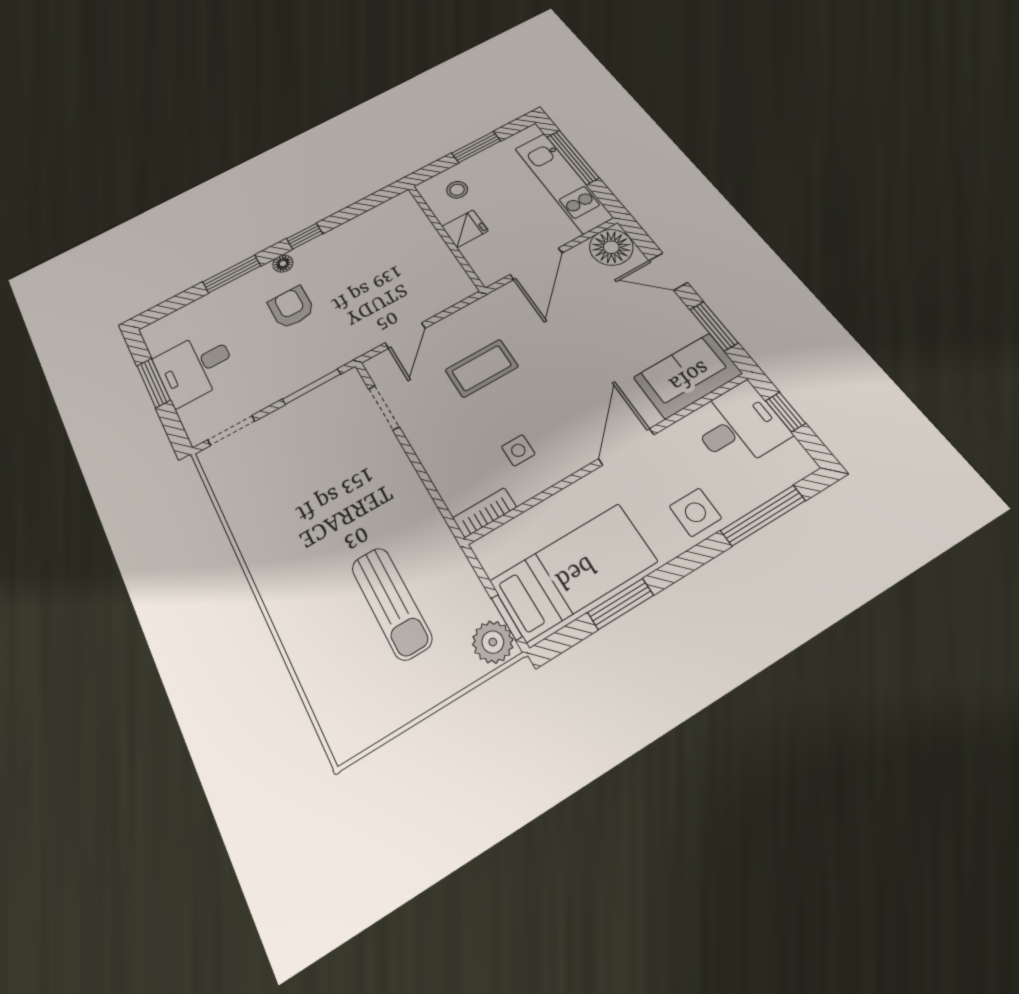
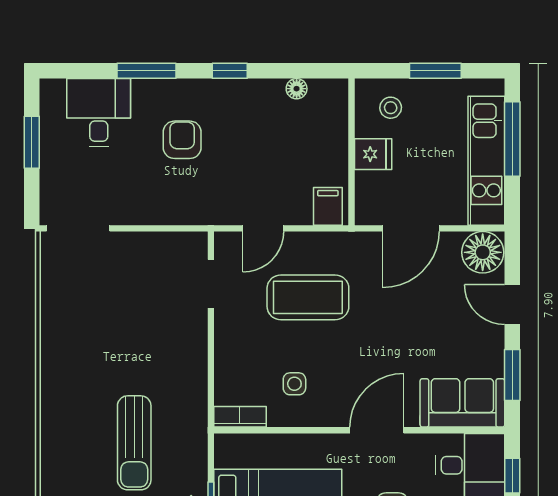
floor lamp: (283, 264) -> (297, 89), moved
filing cabinet: (452, 287) -> (328, 206), added
desk: (195, 367) -> (99, 113), moved, turned 90
coffee table: (482, 368) -> (308, 297), width x1.36, depth x1.32
window: (312, 387) -> (162, 228), removed
doorway: (231, 430) -> (78, 228), width x1.38

